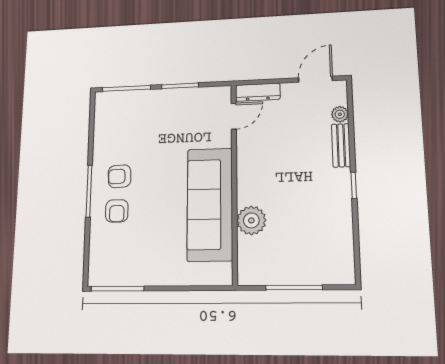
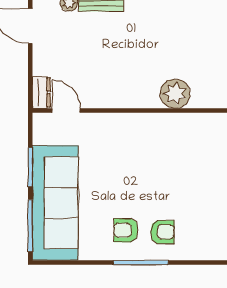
dresser: (258, 92) -> (41, 92), width x0.70
armchair: (120, 176) -> (126, 230), turned 93
sofa: (210, 204) -> (55, 203), moved, turned -90

